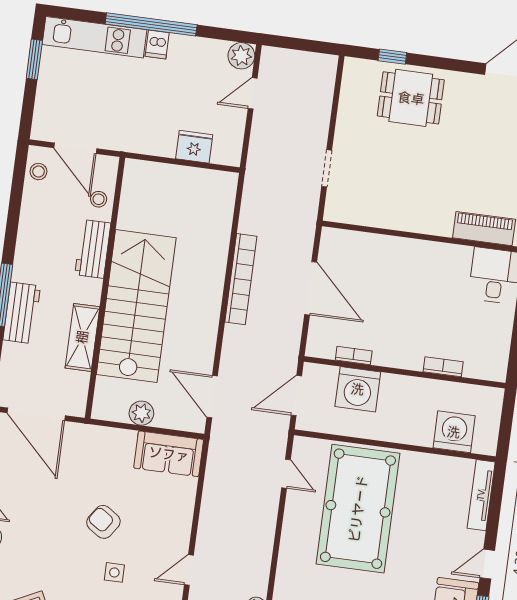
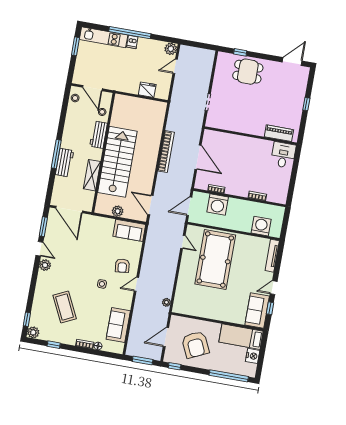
armchair: (103, 522) -> (122, 266), moved, turned -130

